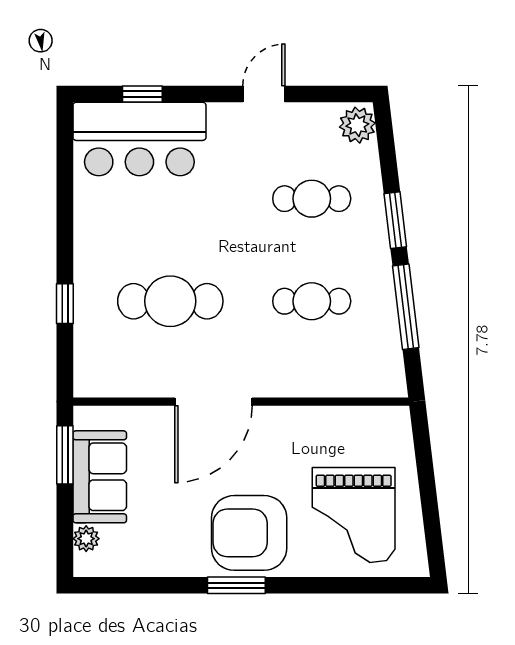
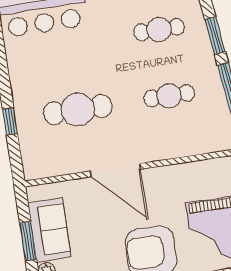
door: (214, 402) -> (115, 170), hinge flipped
window: (65, 455) -> (28, 241), moved

